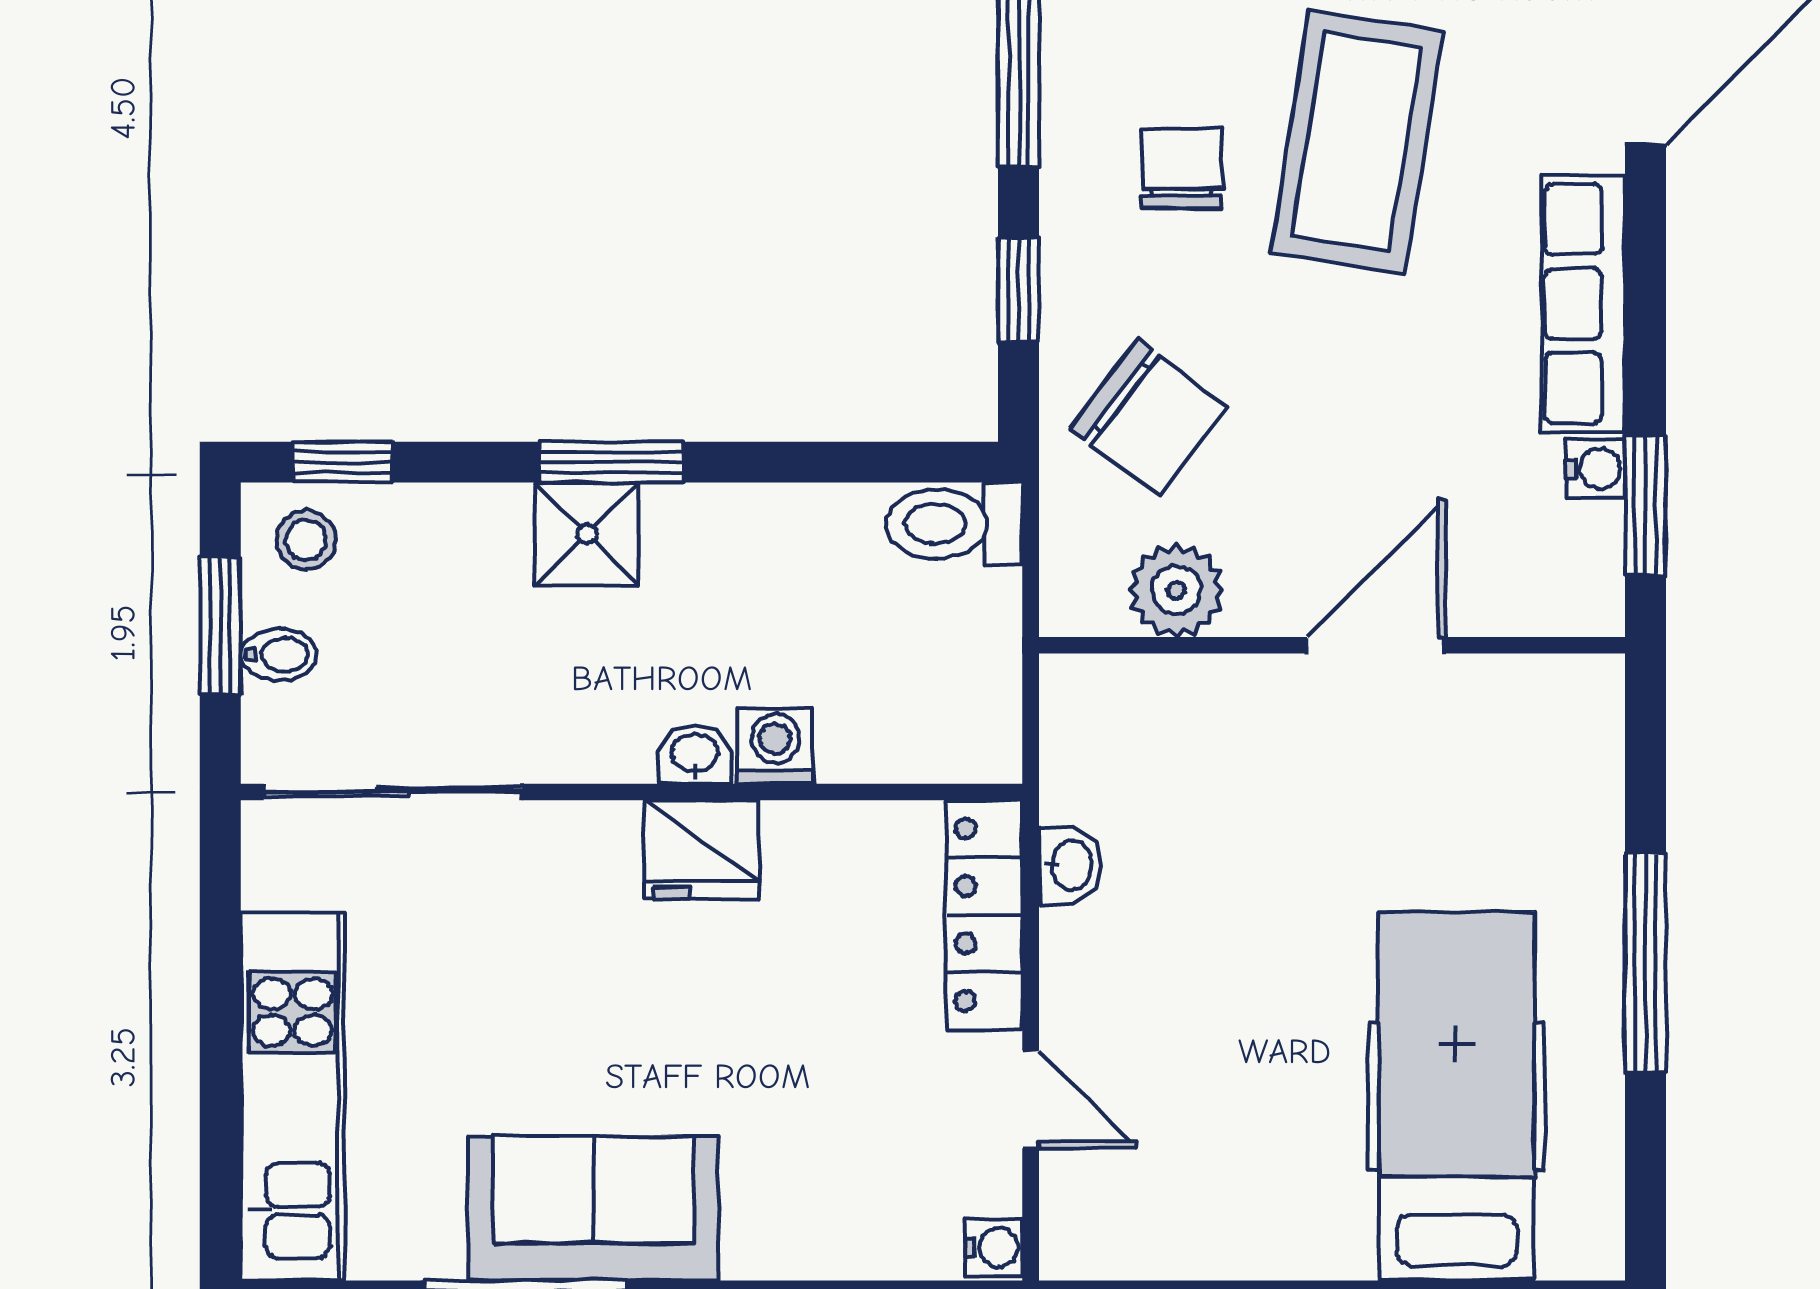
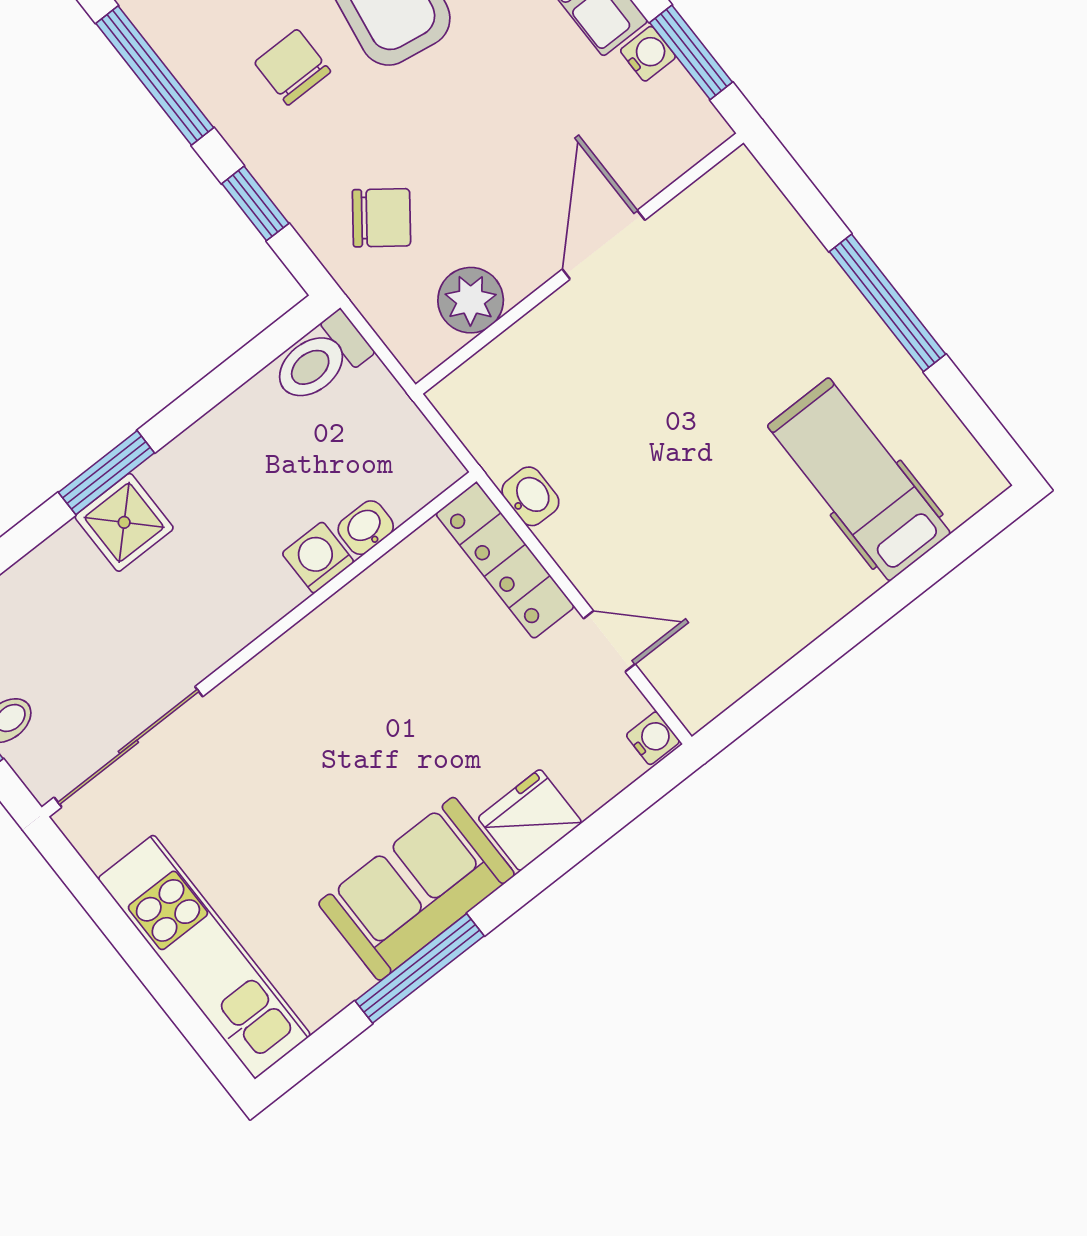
chair: (1148, 418) -> (381, 218), width x0.73, depth x0.73
washbasin: (695, 754) -> (366, 528), moved
fridge: (702, 850) -> (530, 820), moved, turned 180
hospital bed: (1457, 1096) -> (859, 480), width x0.73, depth x0.78

